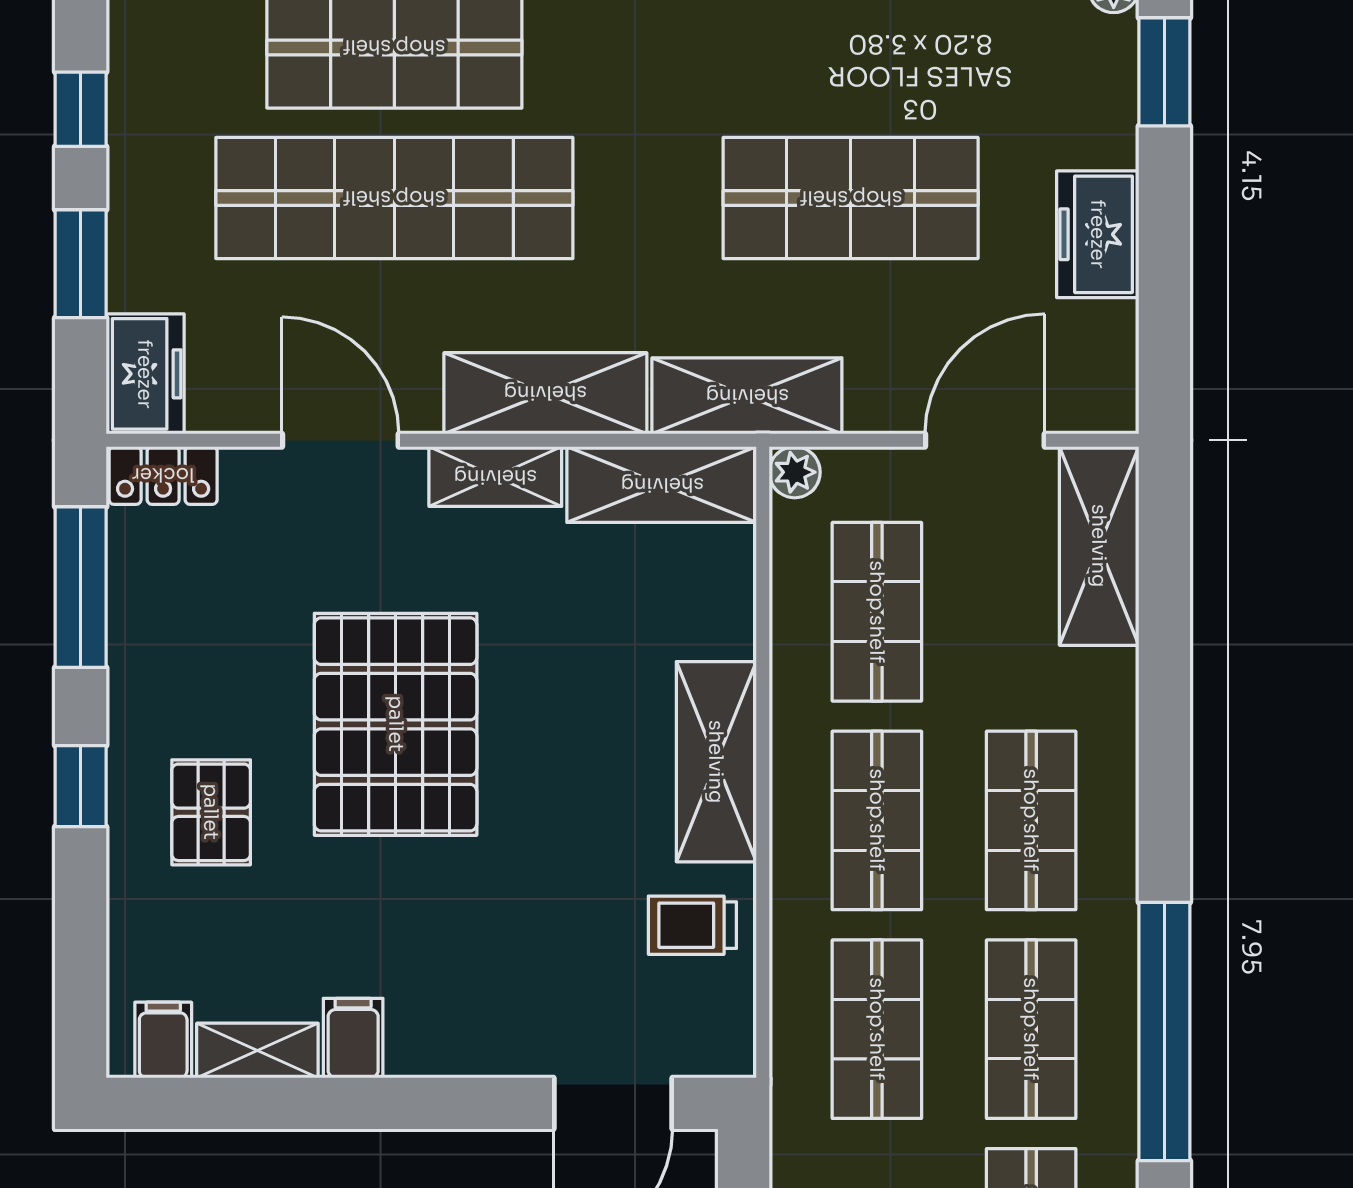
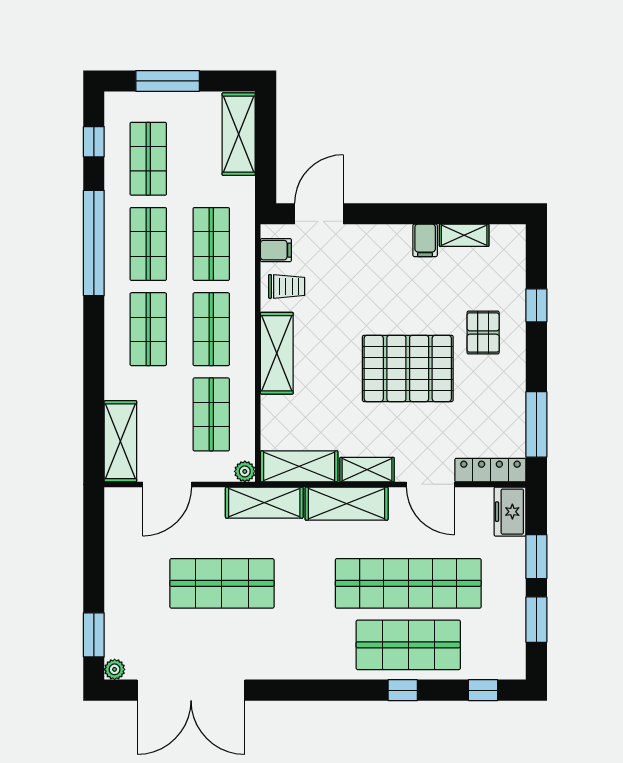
window: (81, 109) -> (536, 620), width x1.50
freezer: (1098, 234) -> (121, 569), removed
locker: (163, 475) -> (490, 470), width x1.53
pallet: (396, 724) -> (408, 368), turned 90
window: (81, 786) -> (536, 305), moved
filing cabinet: (163, 1040) -> (276, 250), moved, turned -90

